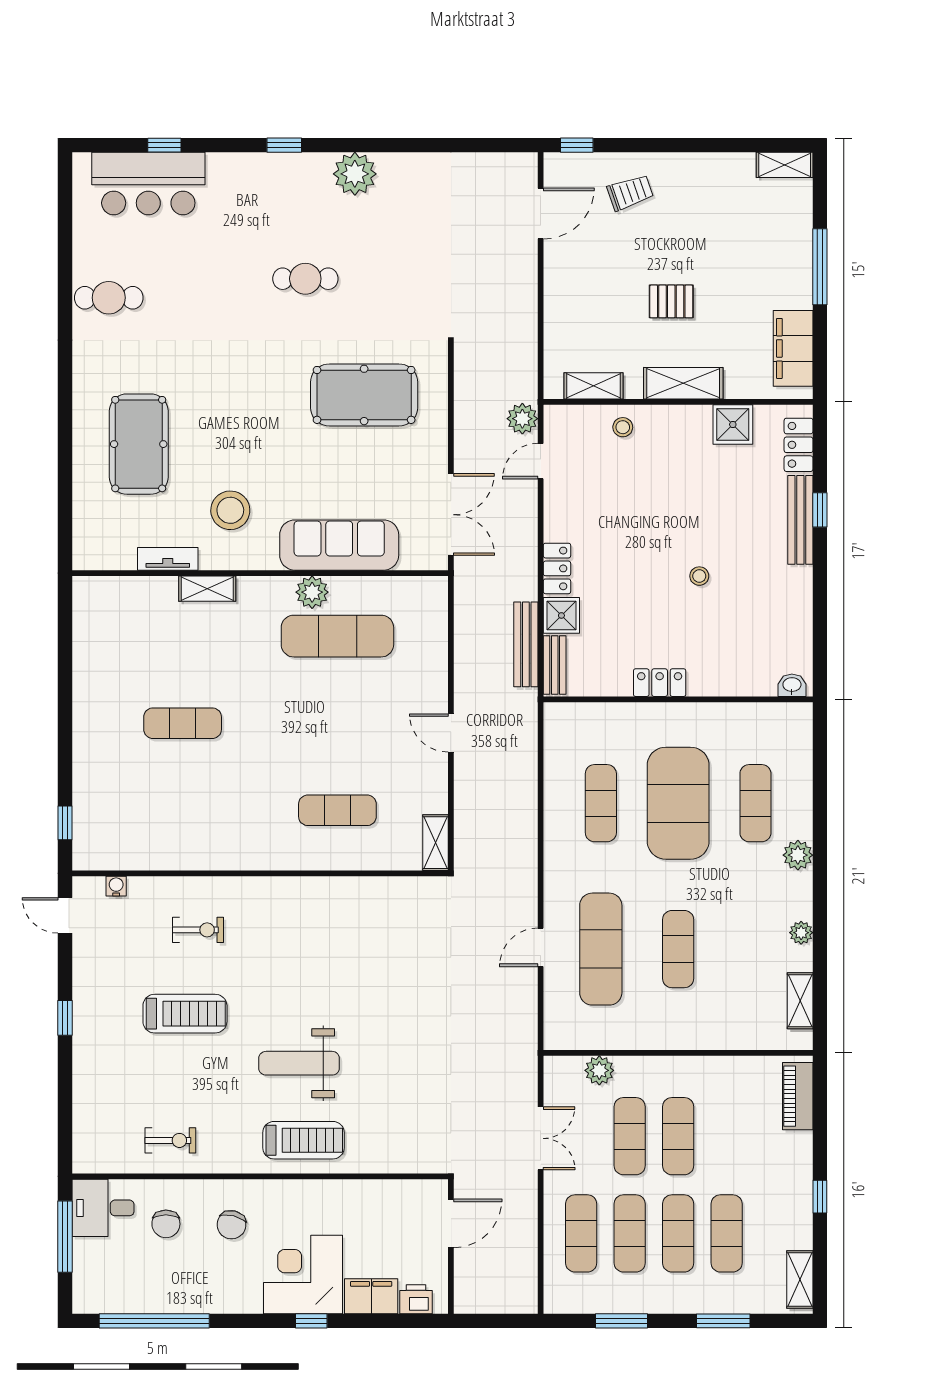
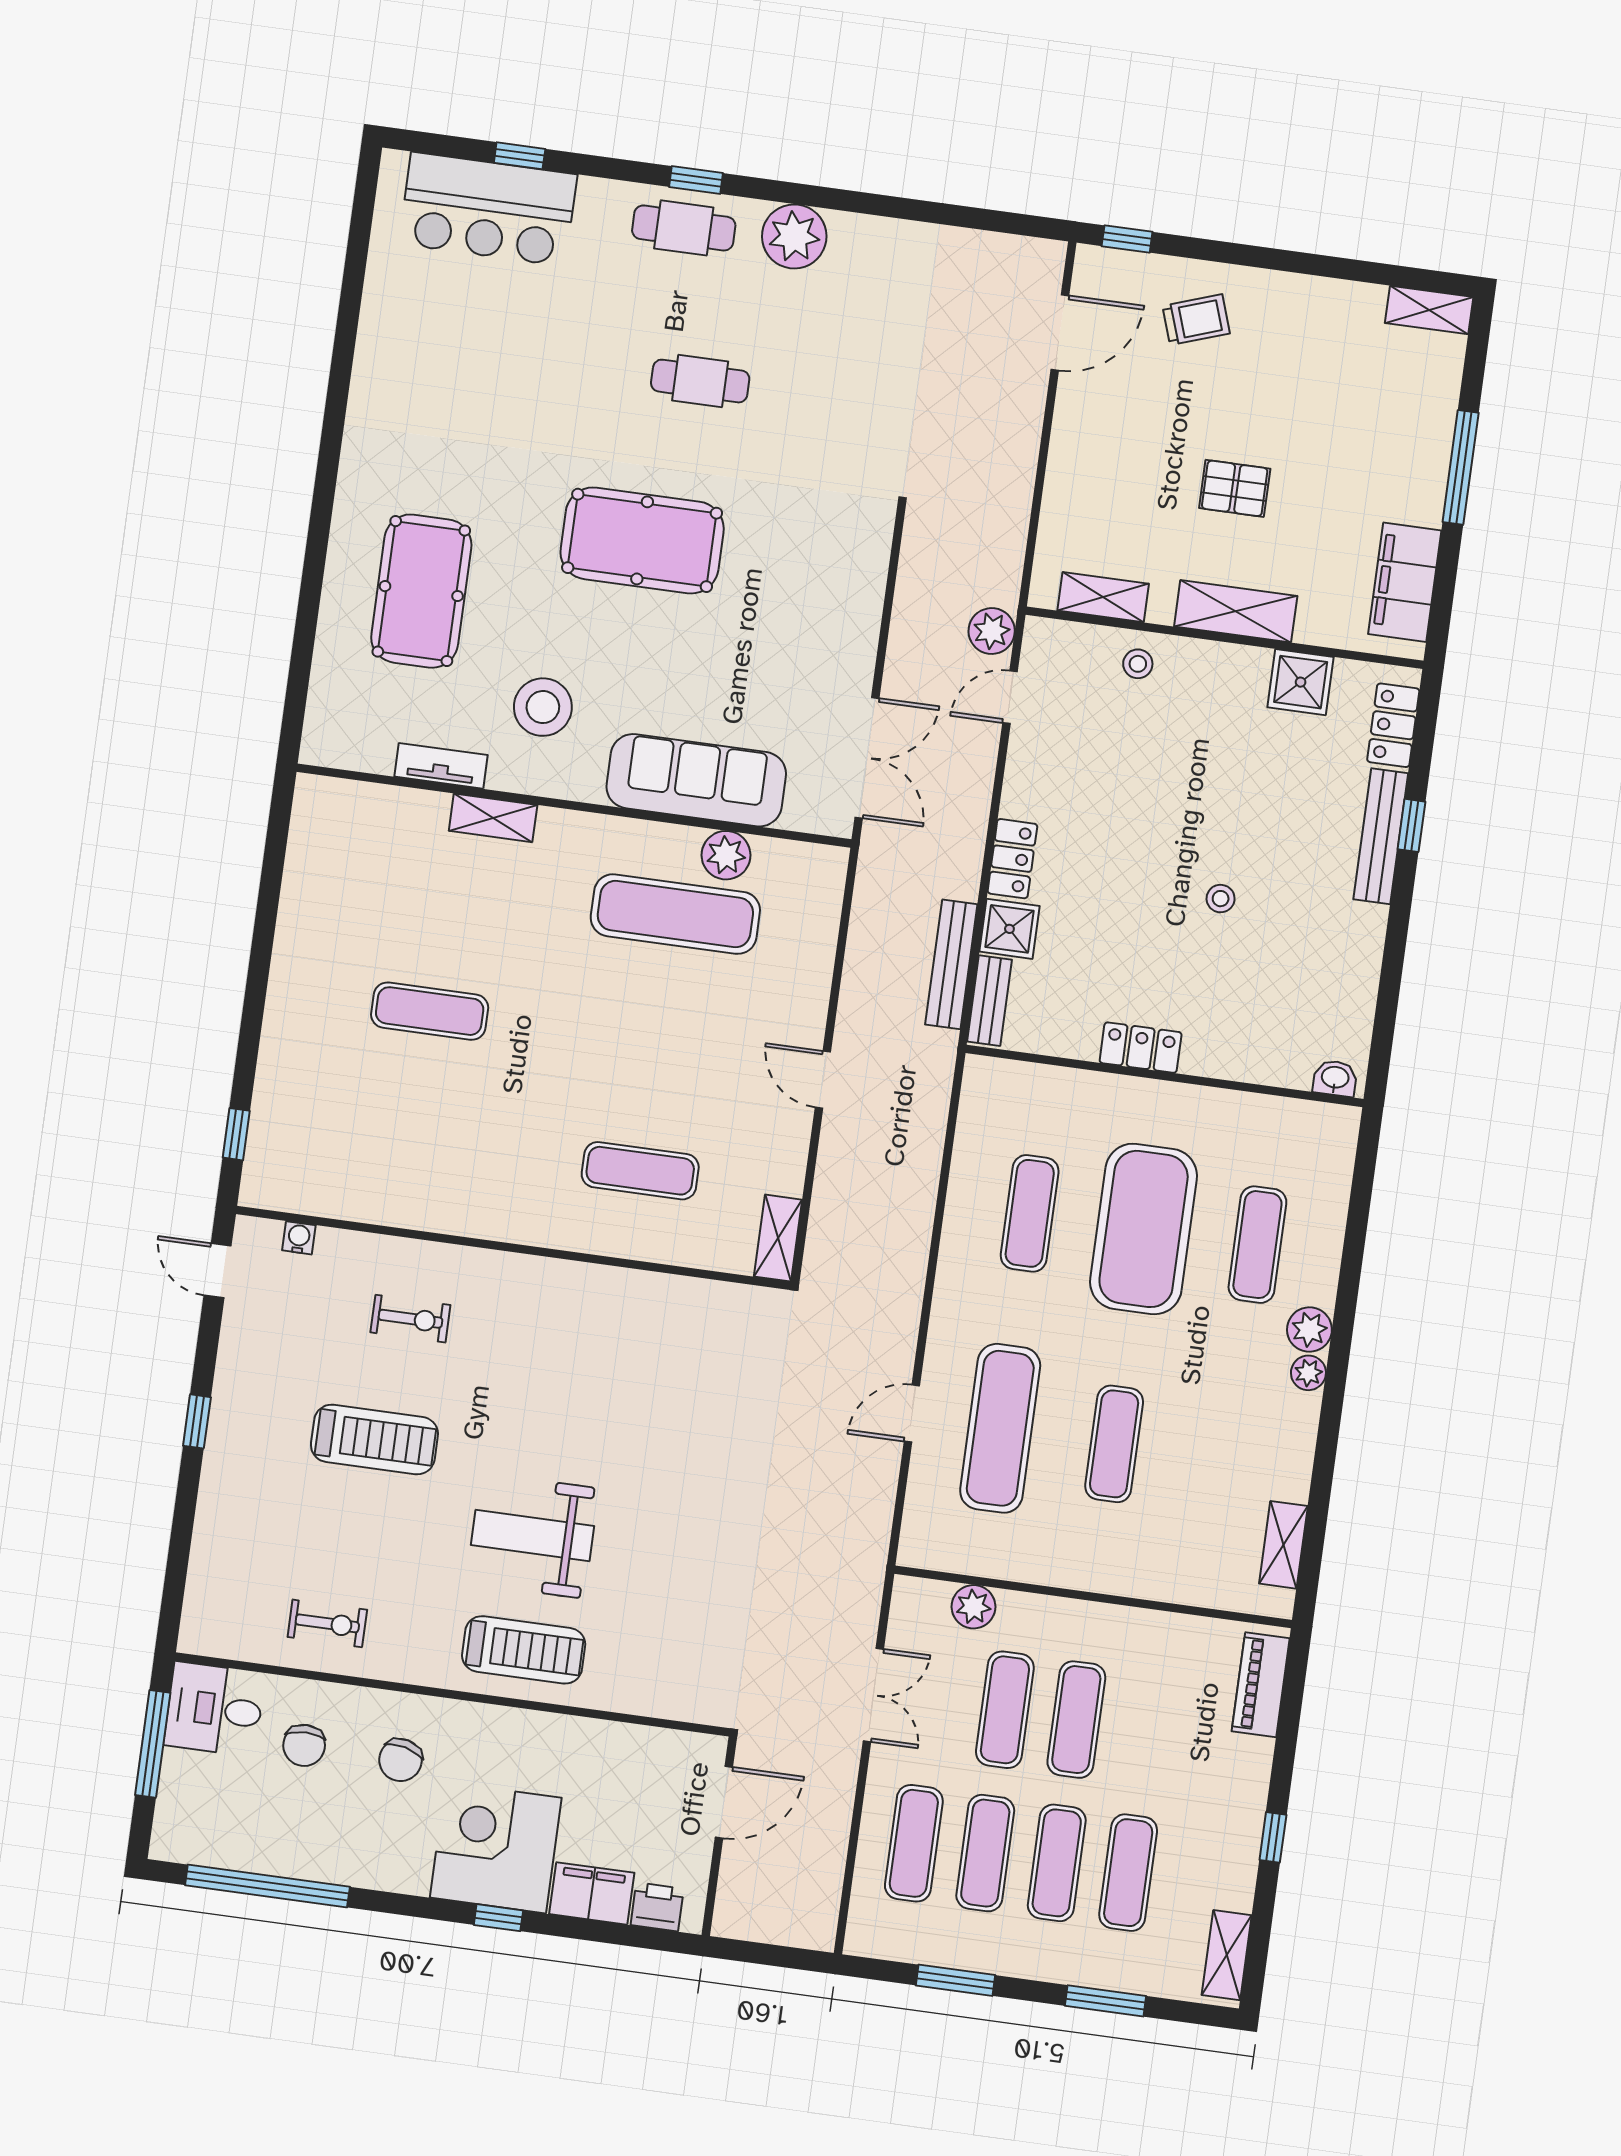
cafe table: (109, 298) -> (684, 228), moved
pool table: (364, 395) -> (642, 540), moved
plant: (312, 592) -> (726, 855), moved
plant: (801, 933) -> (1308, 1373), moved

